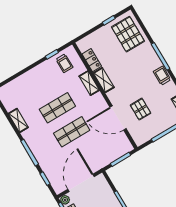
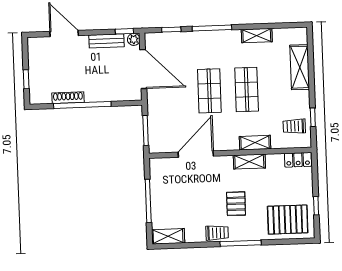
locker: (92, 60) -> (298, 160), moved
shelving: (24, 81) -> (300, 67), added
pallet: (141, 109) -> (236, 204), moved, turned 90

